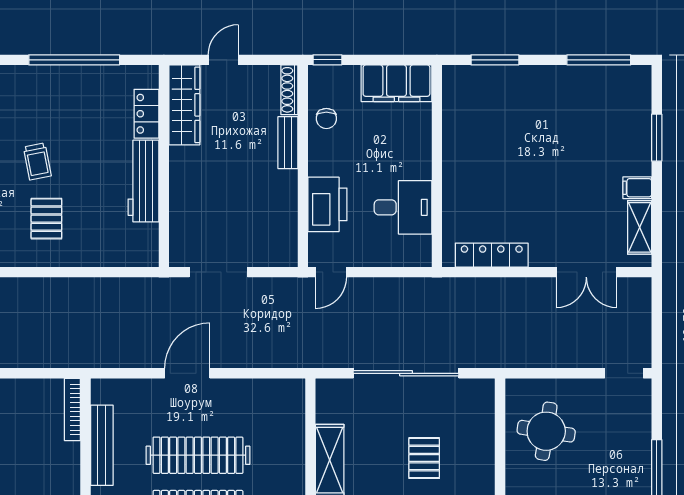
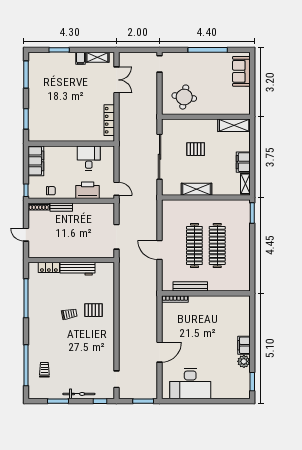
wardrobe: (184, 105) -> (45, 251), removed

